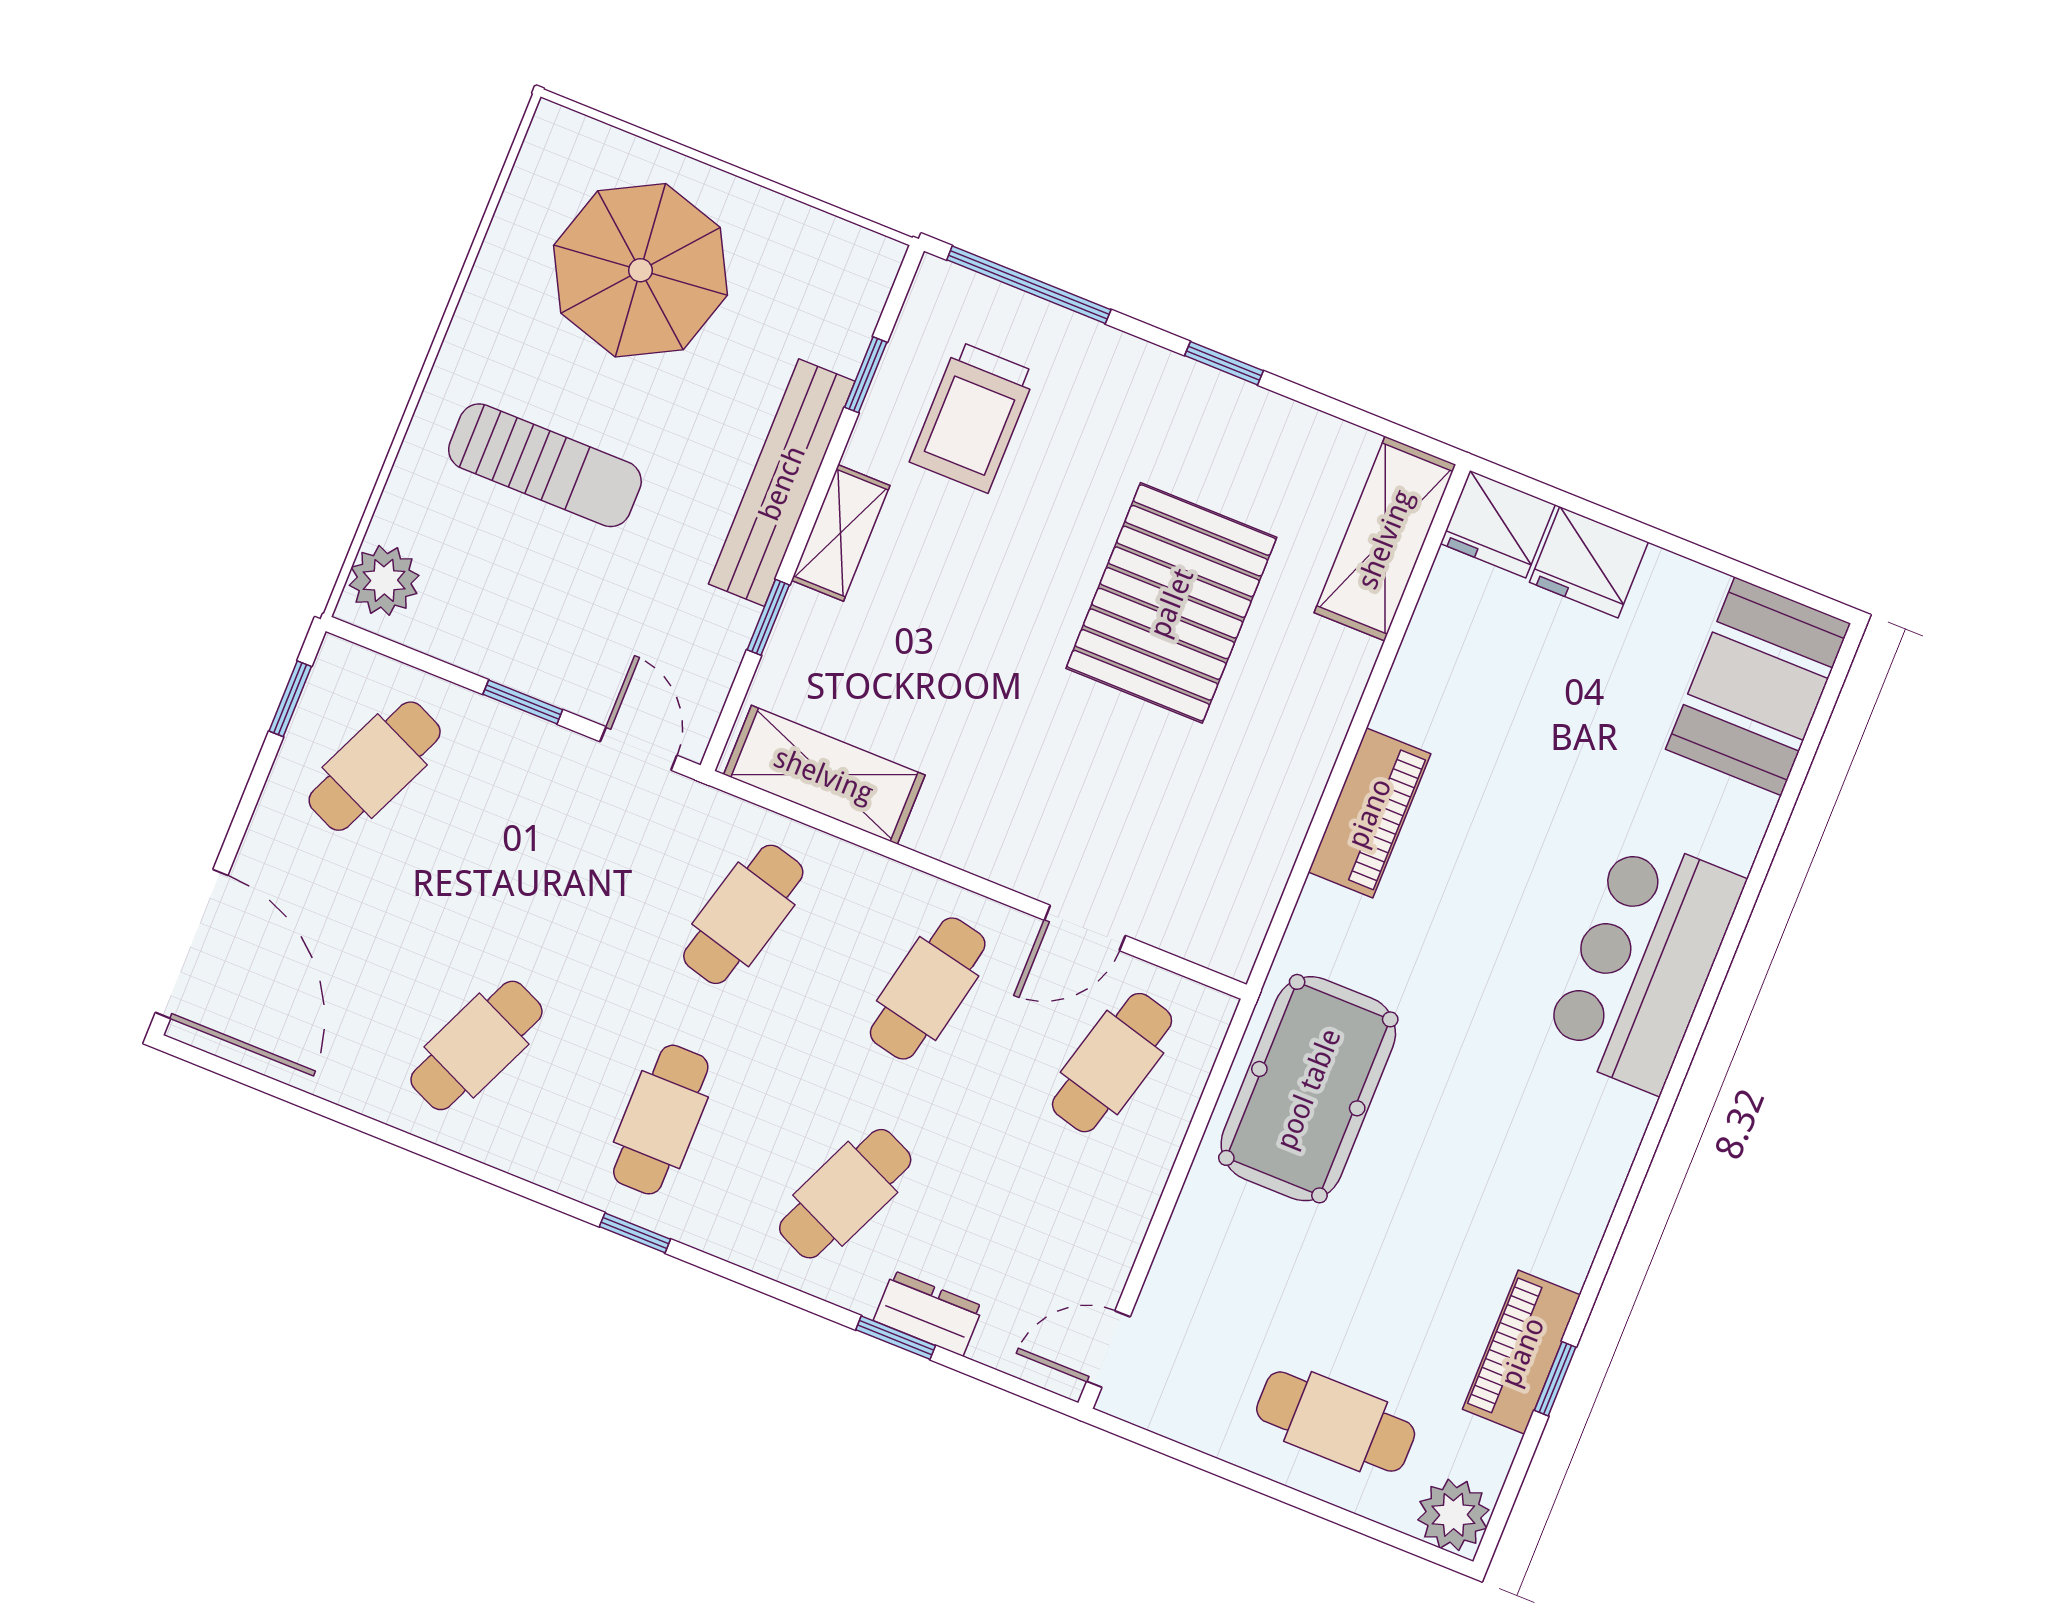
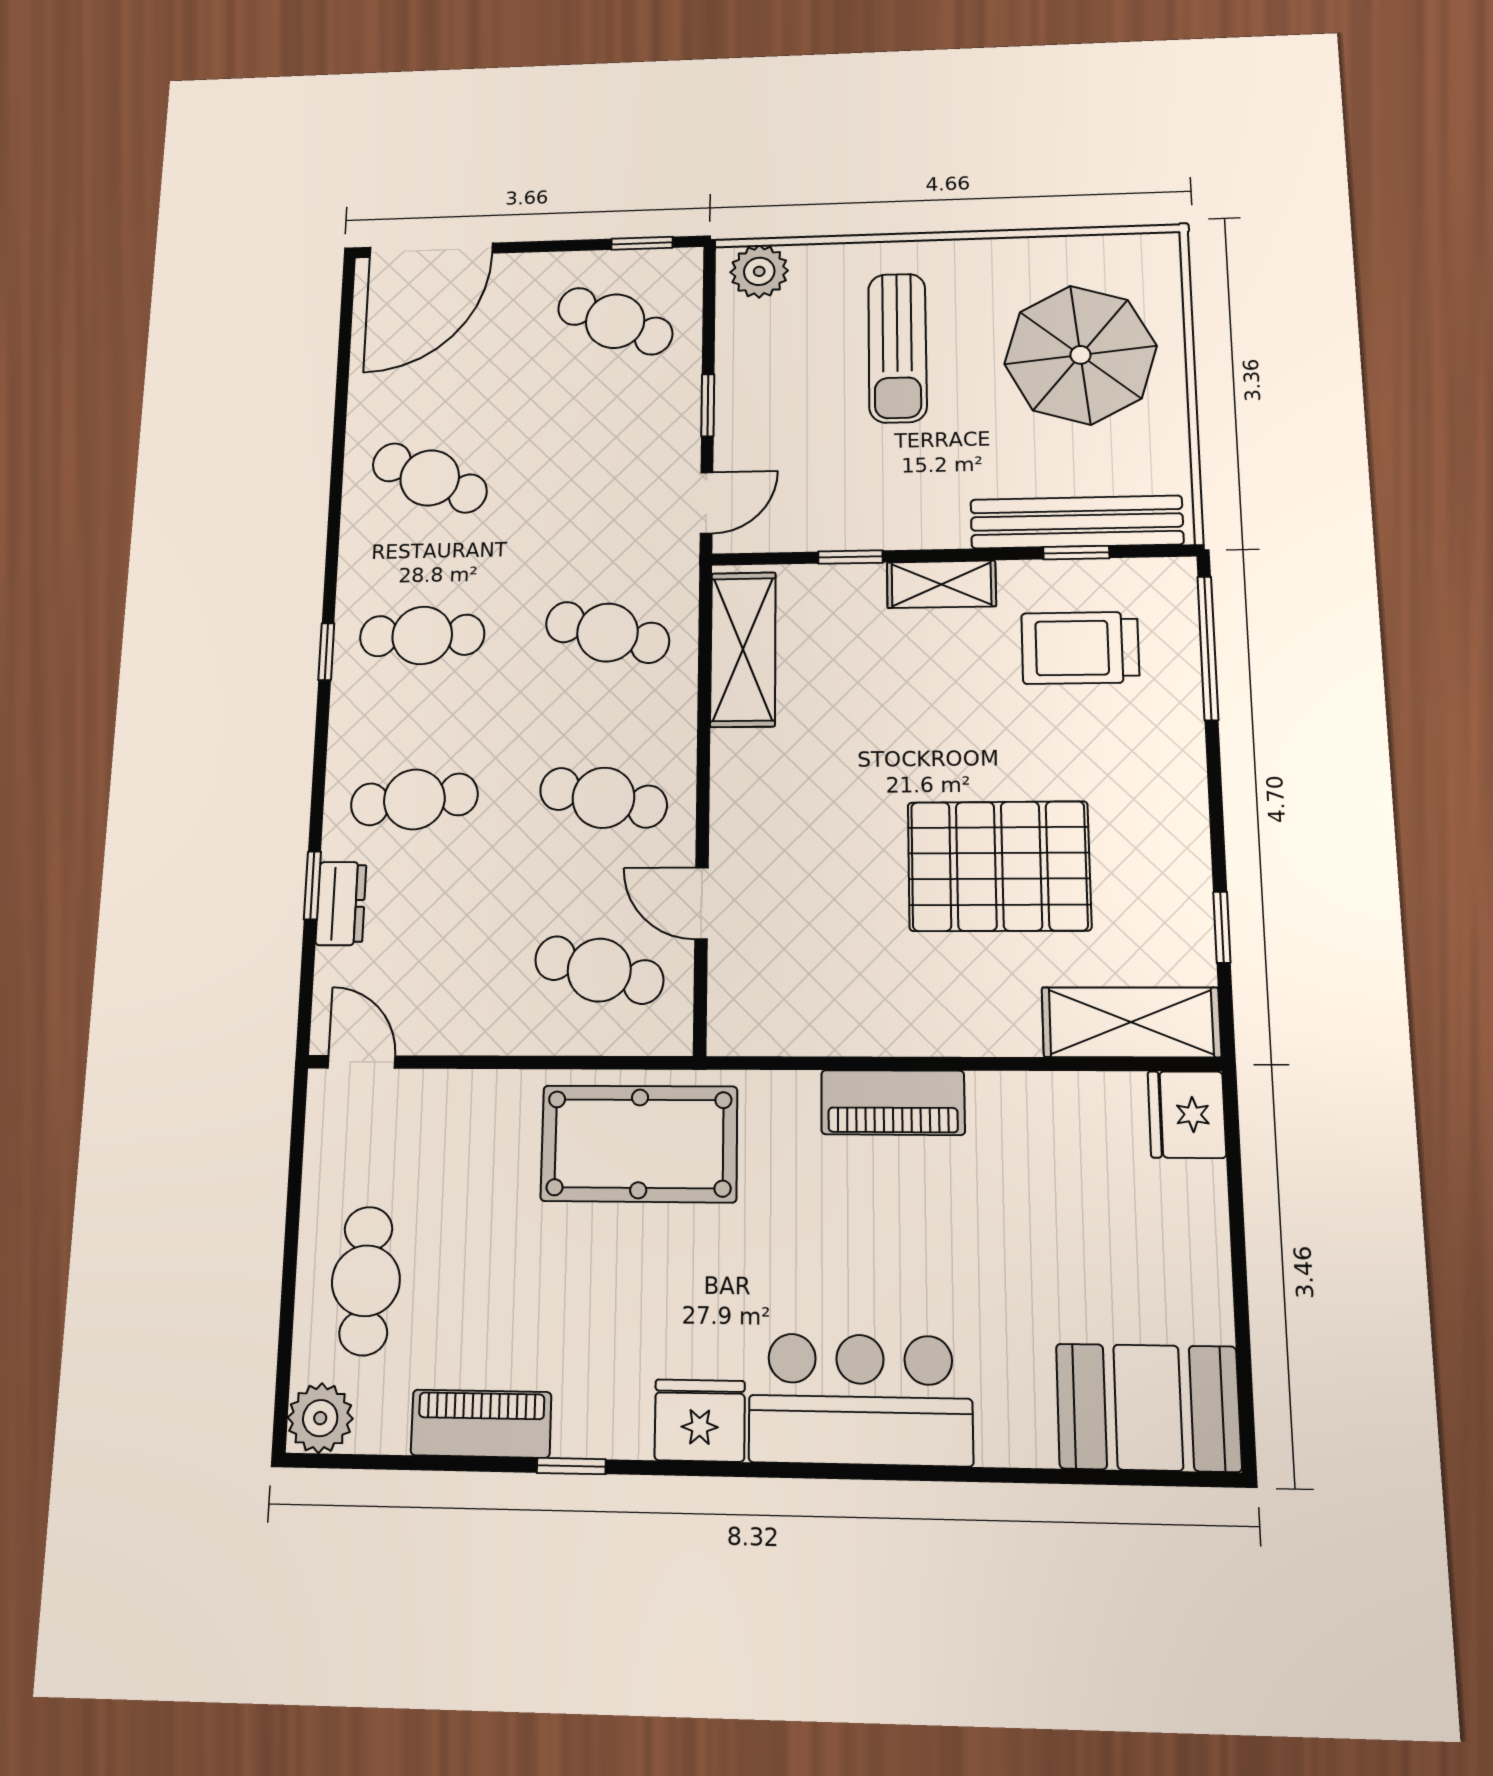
window: (1224, 363) -> (1222, 927), moved
bench: (782, 483) -> (1077, 522), moved
fridge: (1589, 562) -> (700, 1420), moved, turned 90
cafe table: (845, 1194) -> (414, 799), turned -30
window: (1555, 1379) -> (571, 1466), moved

